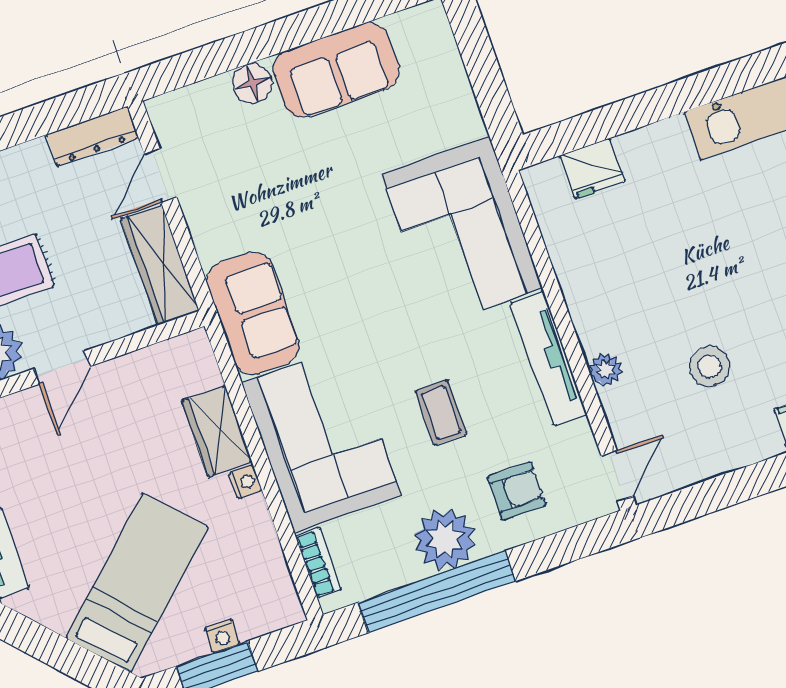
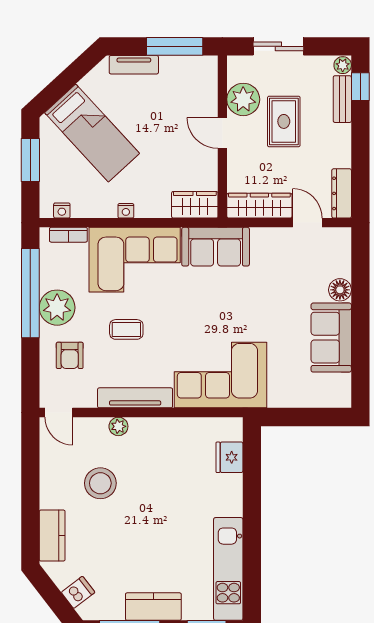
stool: (710, 367) -> (100, 483), width x1.38, depth x1.38
wardrobe: (217, 431) -> (195, 205), moved
nightstand: (222, 636) -> (62, 210), moved, turned -90

